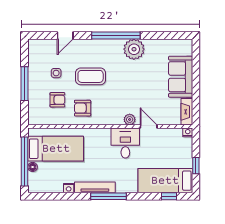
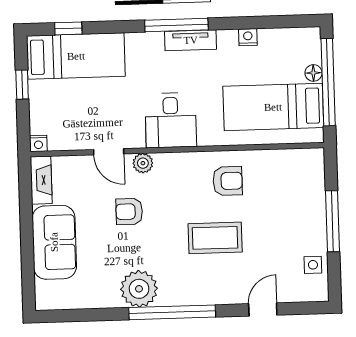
side table: (56, 73) -> (313, 265), moved
armchair: (57, 100) -> (129, 212), moved
desk: (125, 143) -> (171, 120), moved
tv unit: (95, 187) -> (191, 40), width x0.71

